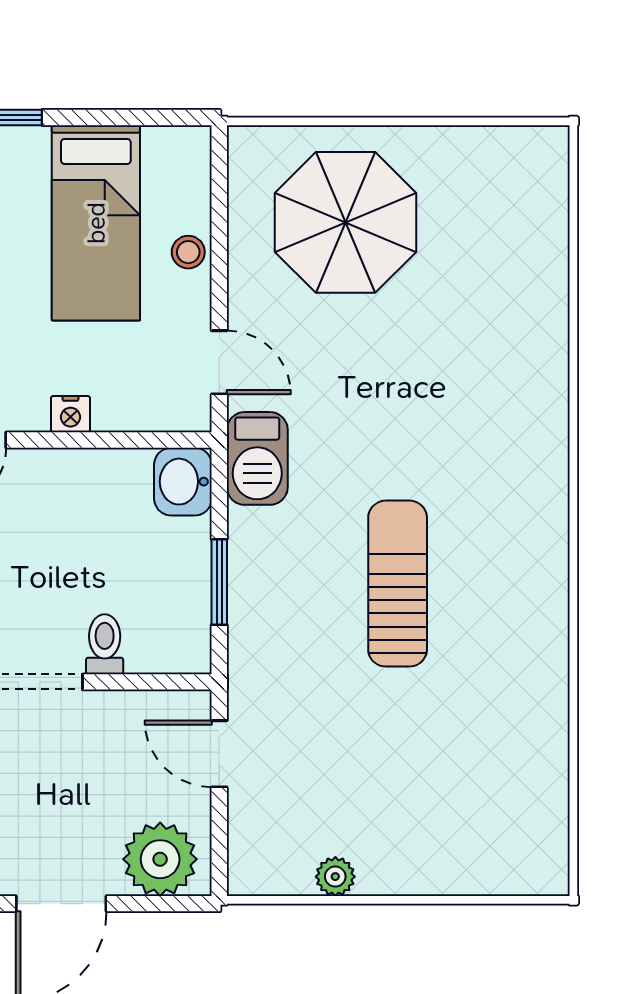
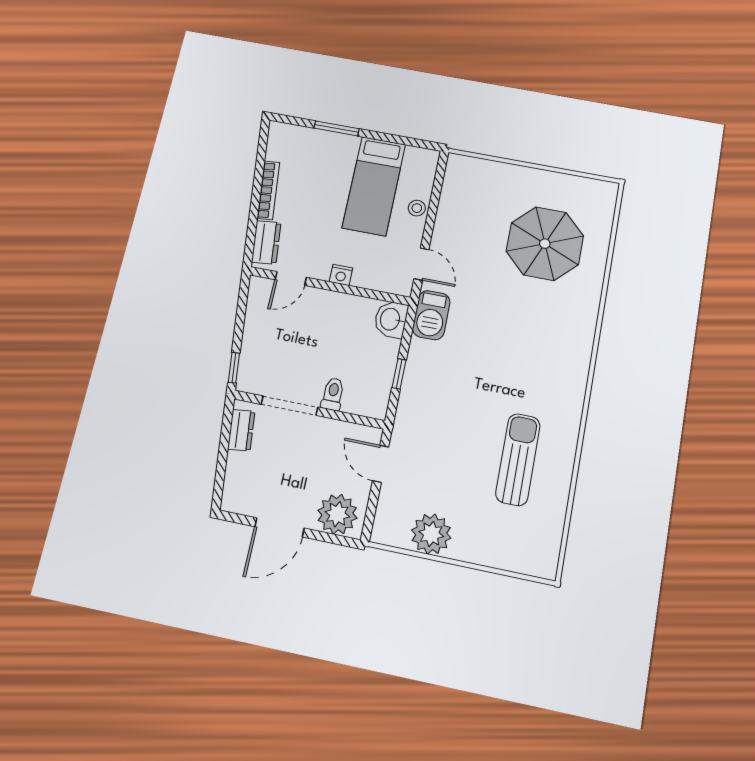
parasol: (346, 222) -> (545, 244), moved
window: (219, 582) -> (399, 374), width x0.67
sun lounger: (398, 584) -> (518, 459), moved
plant: (335, 877) -> (431, 534), width x1.88, depth x1.88

